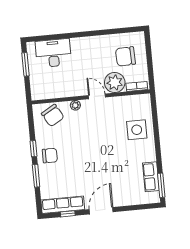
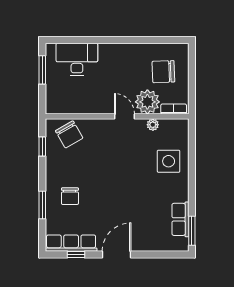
plant: (75, 105) -> (153, 125), moved
window: (33, 149) -> (42, 147), moved
chair: (50, 156) -> (70, 196), moved, turned 90

